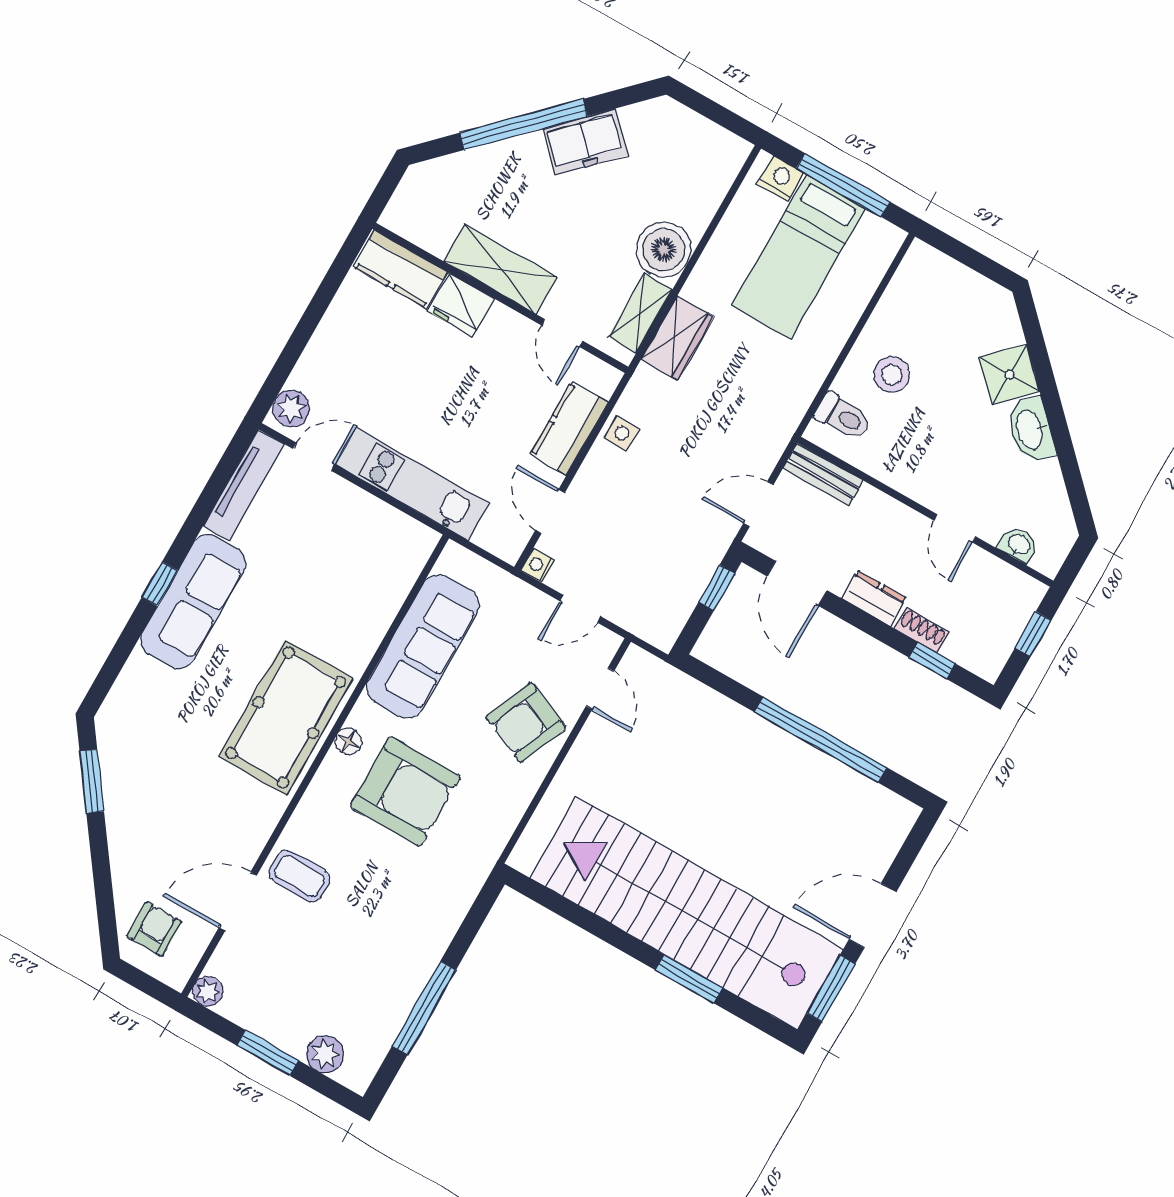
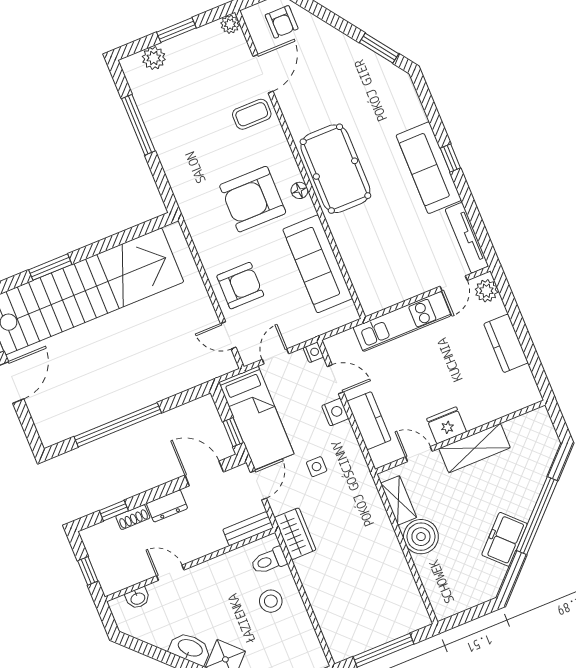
nightstand: (780, 178) -> (335, 412), moved, turned -90
bed: (798, 257) -> (256, 418), moved, turned 180
kitchen counter: (400, 269) -> (506, 343), moved, turned -90
fridge: (461, 305) -> (447, 425), moved
wardrobe: (678, 338) -> (295, 534), moved, turned 180
side table: (622, 433) -> (317, 467), moved
armchair: (526, 722) -> (240, 286), turned 67

